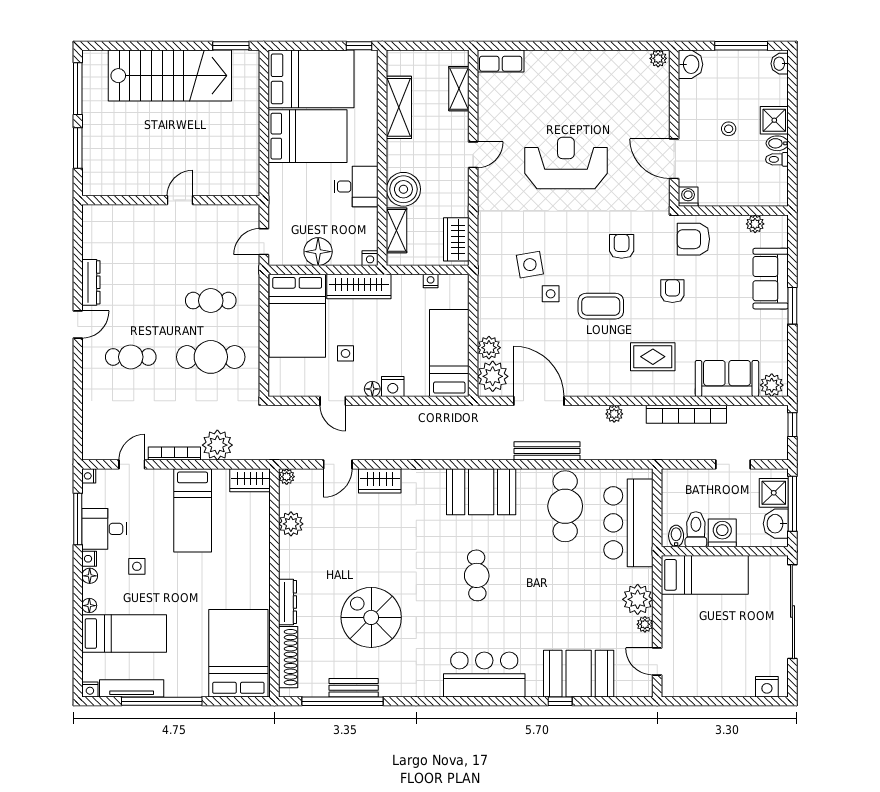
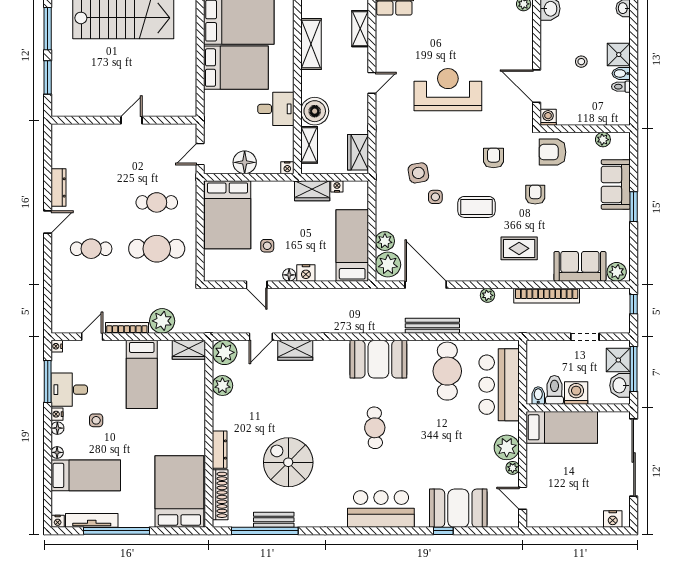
wardrobe: (359, 286) -> (312, 191), moved, width x0.67
plant: (287, 477) -> (225, 352), width x1.88, depth x1.88

